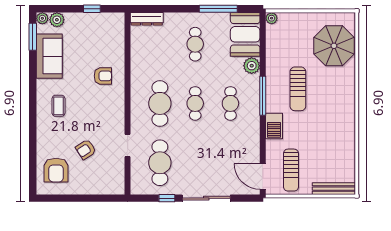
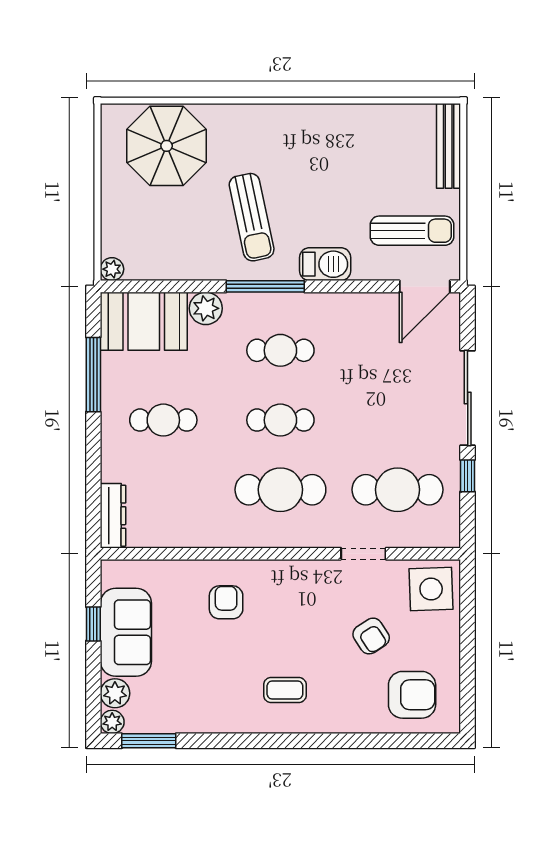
sofa: (49, 56) -> (126, 632), moved, turned 90
sun lounger: (298, 89) -> (252, 217), turned 78
side table: (110, 180) -> (431, 589), added

